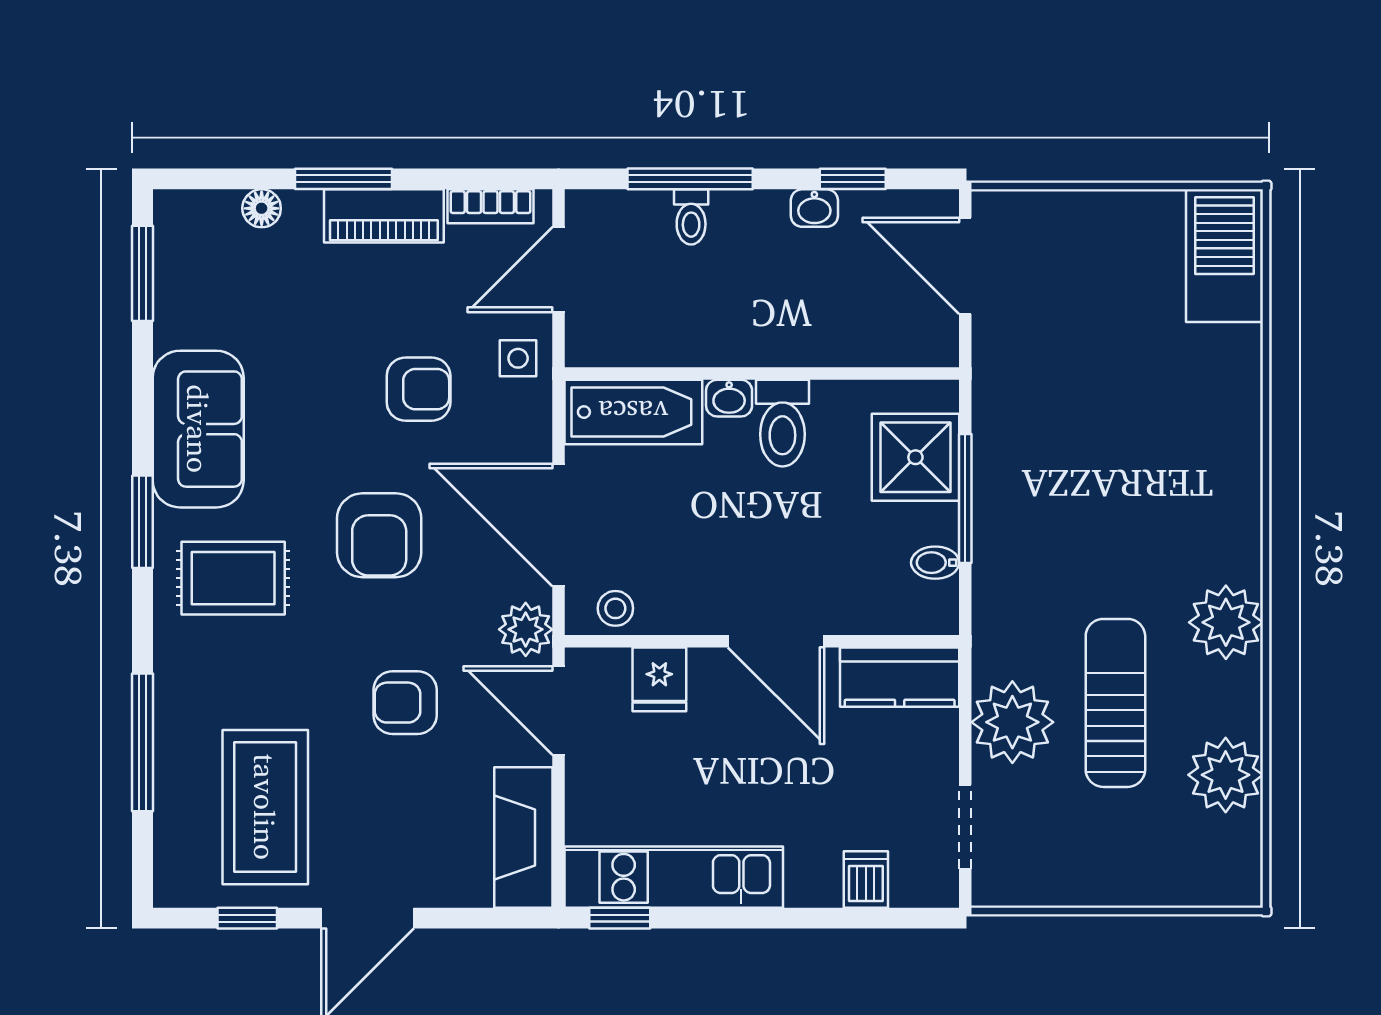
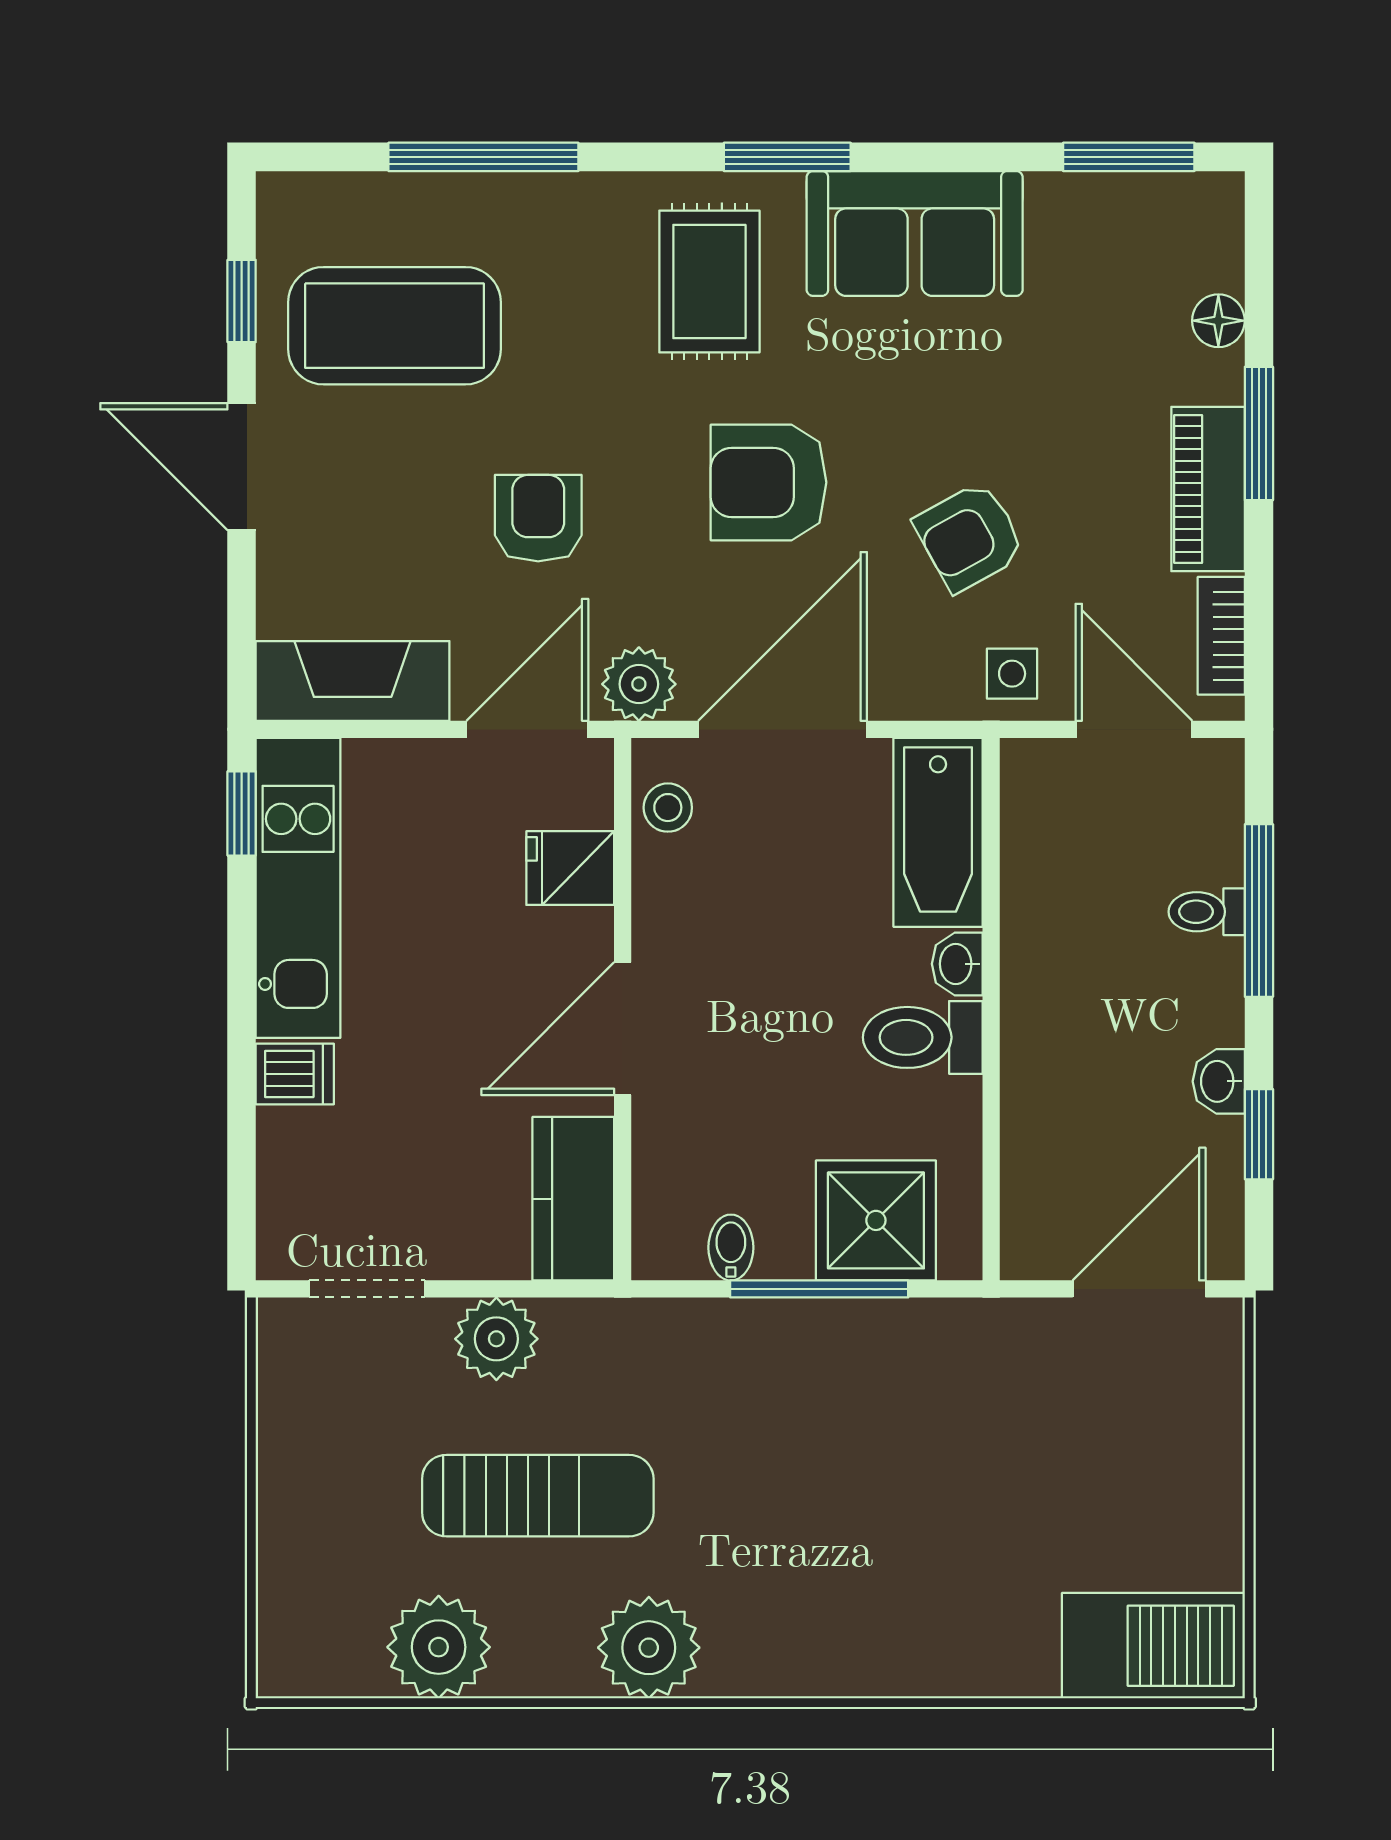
armchair: (419, 389) -> (970, 537), turned 61
plant: (1012, 722) -> (496, 1339), width x0.73, depth x0.73
dishwasher: (866, 879) -> (295, 1074), moved

